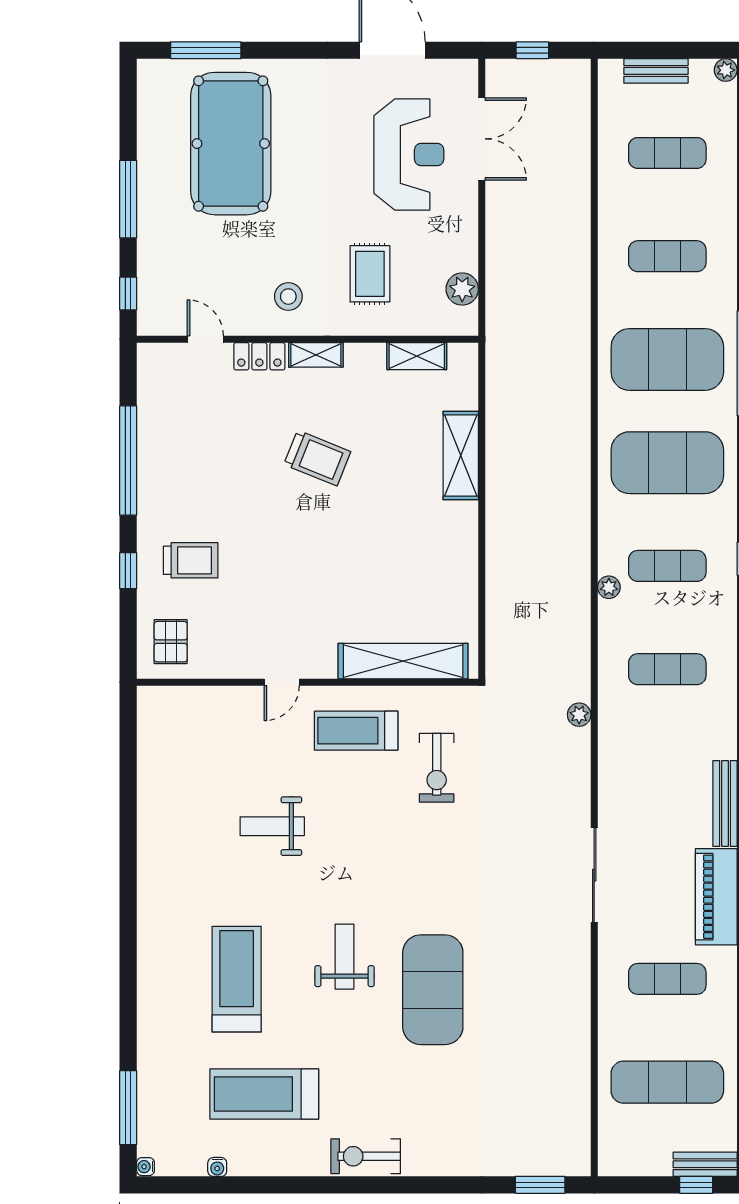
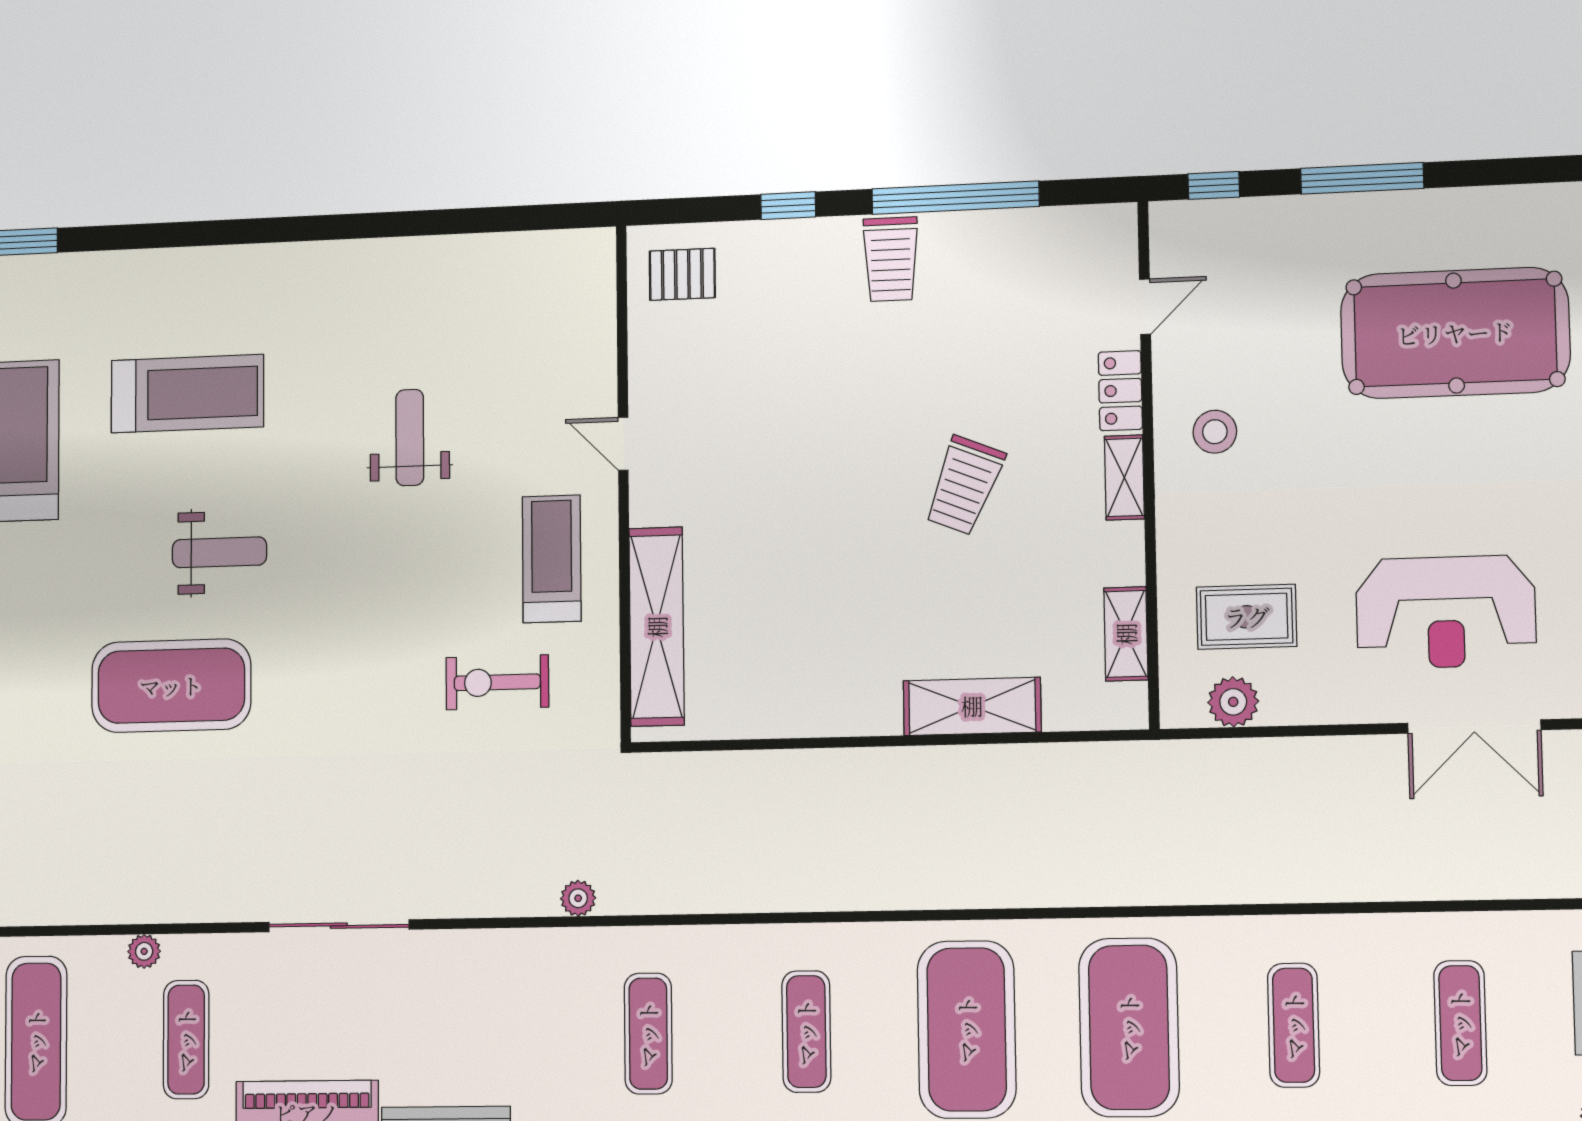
rug: (370, 274) -> (1247, 617), moved
trolley: (191, 560) -> (891, 259), moved
plant: (609, 587) -> (144, 951), moved

